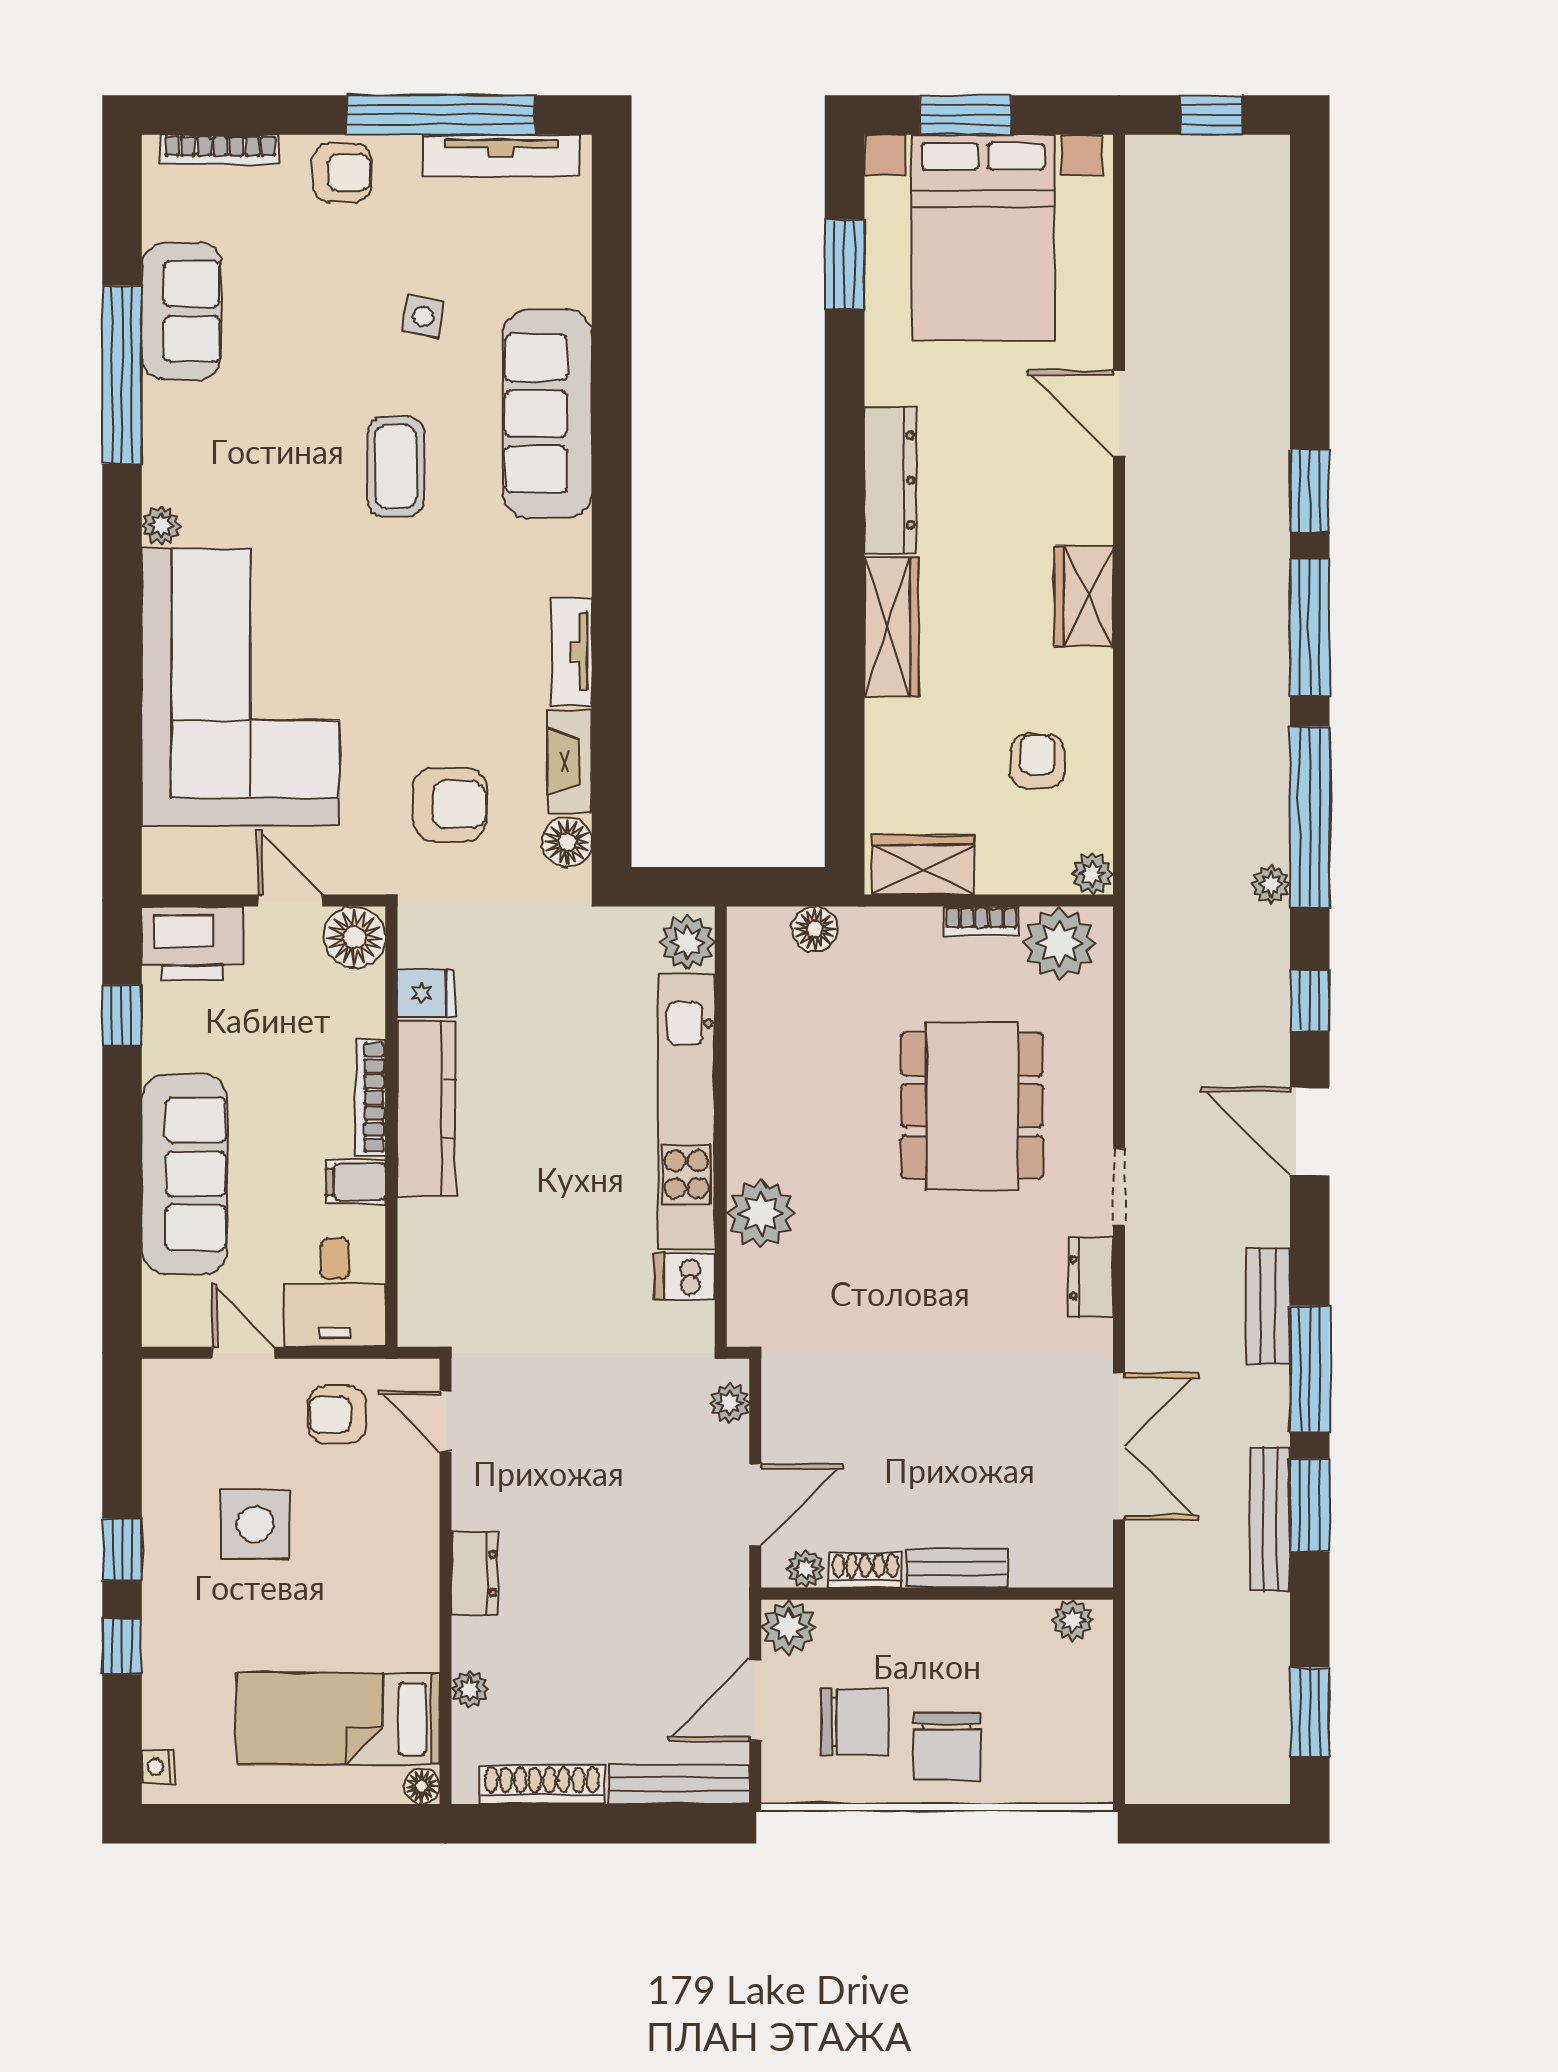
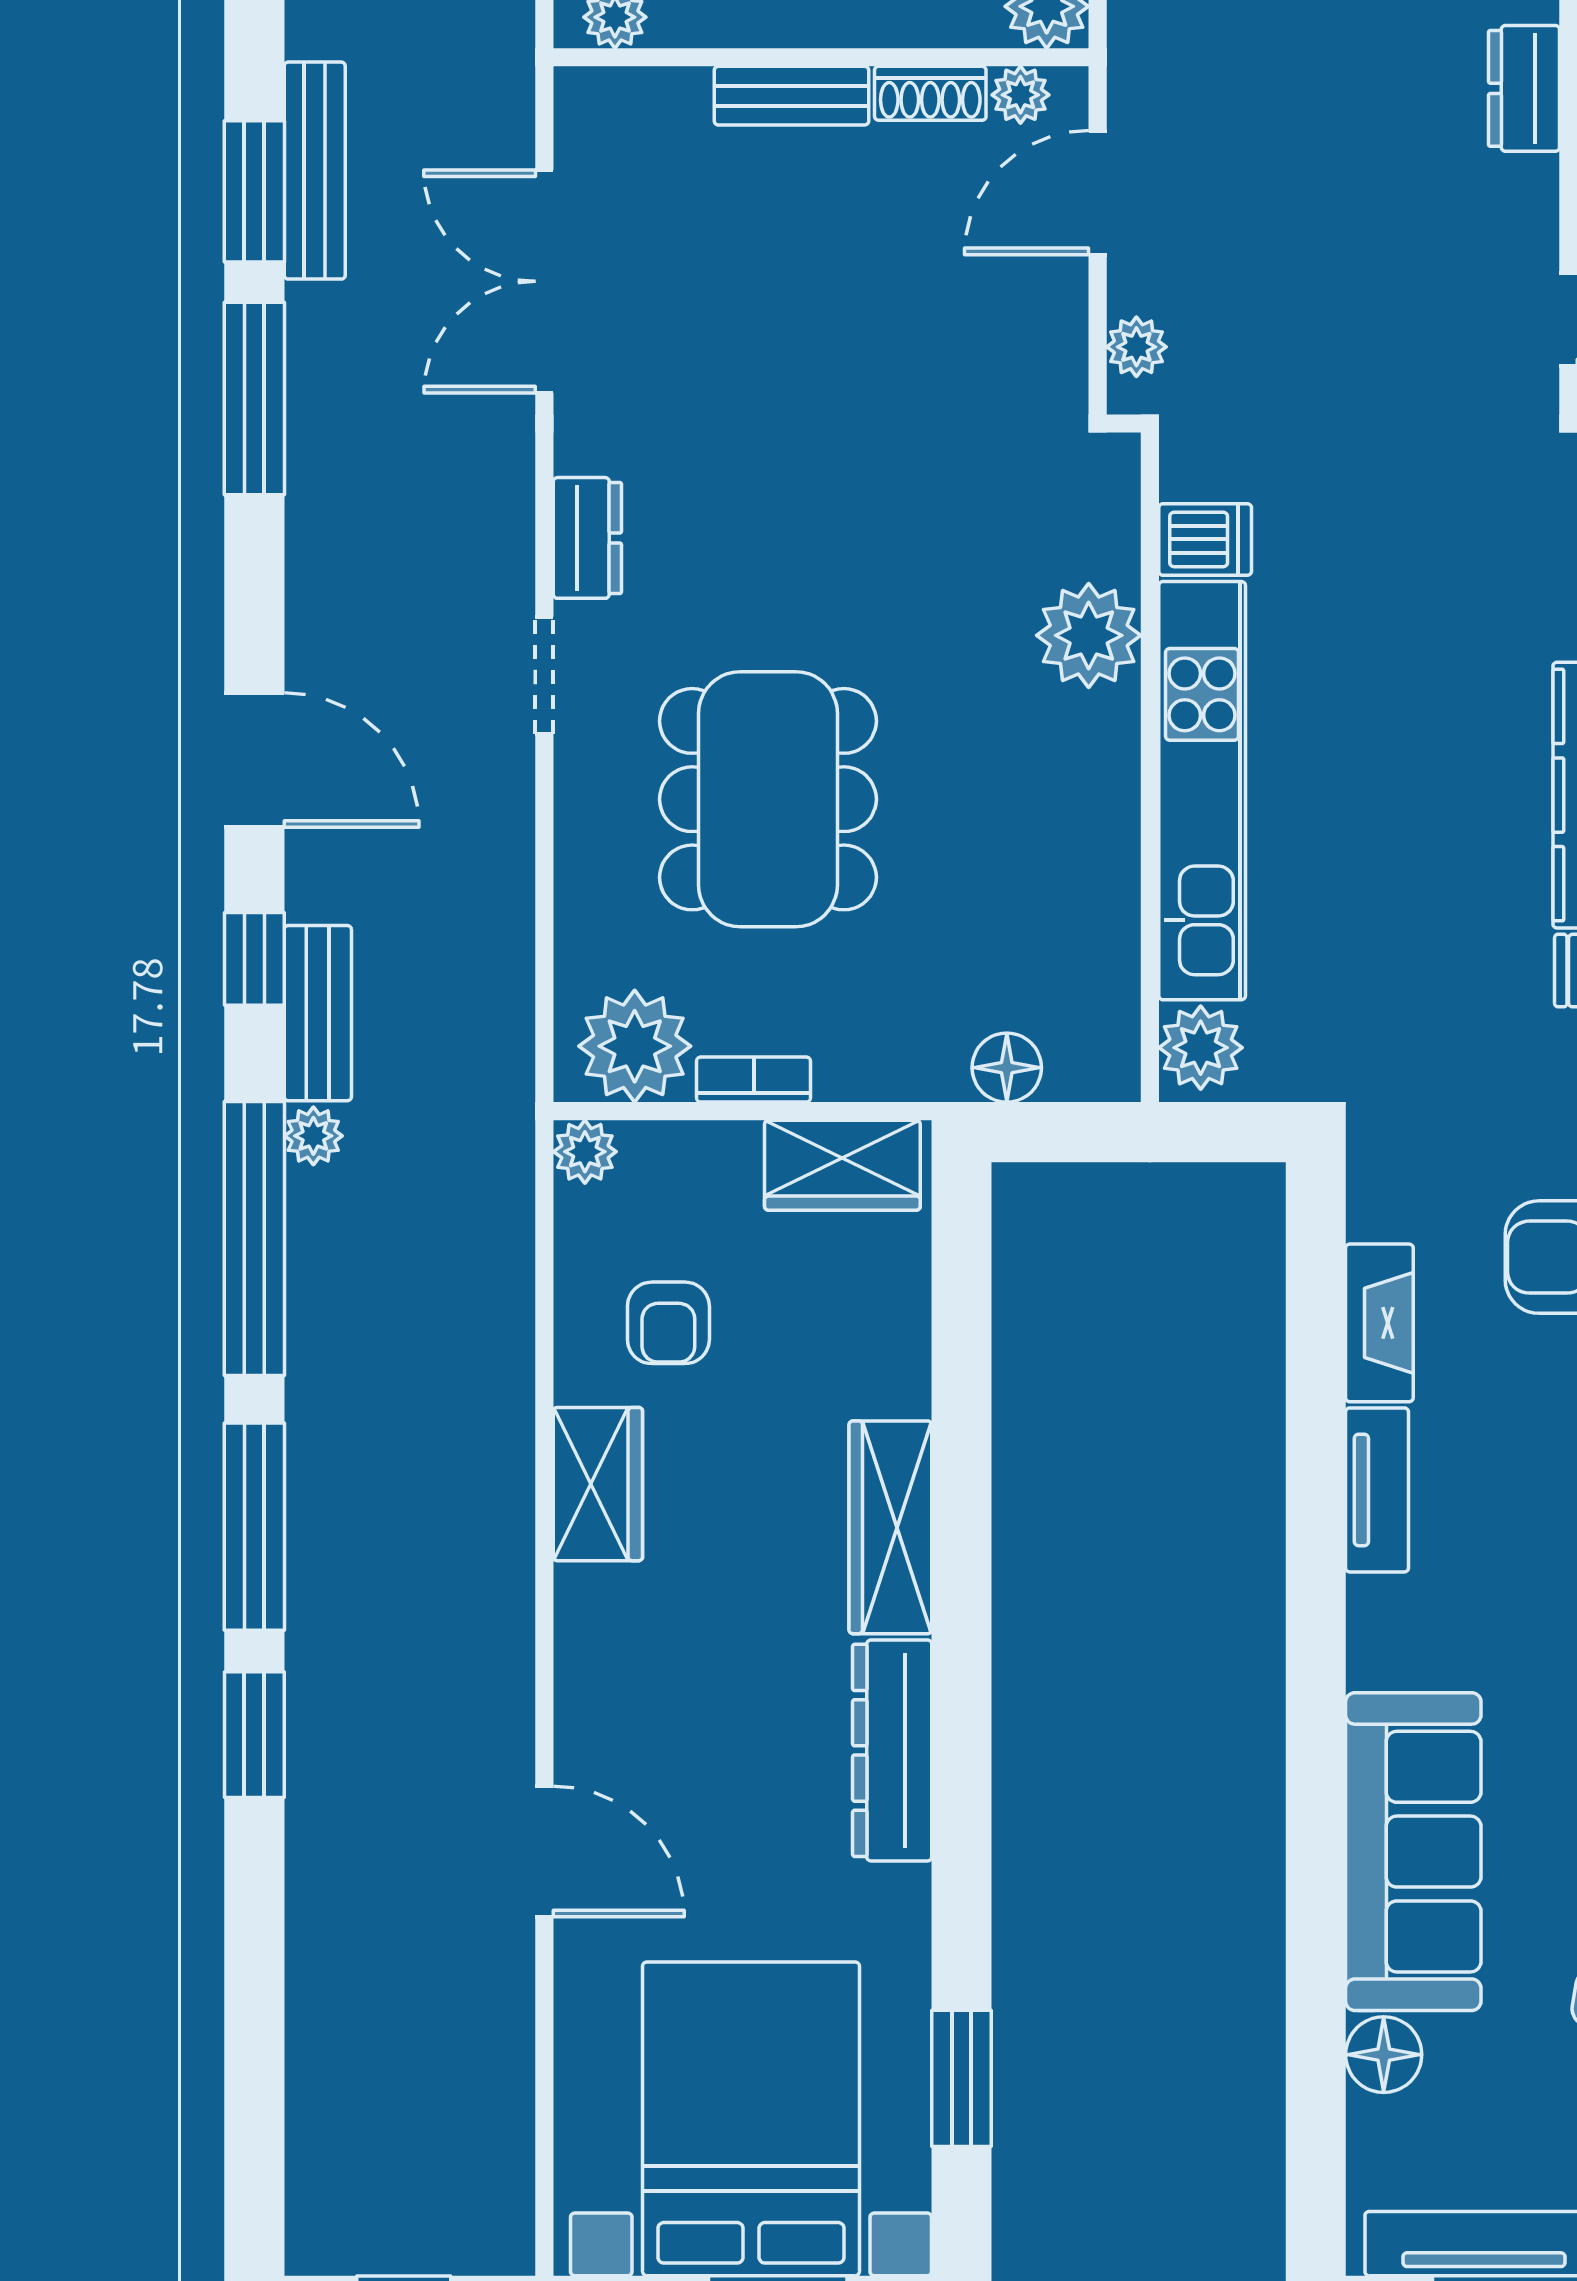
wardrobe: (1084, 596) -> (598, 1484), moved
floor lamp: (567, 842) -> (1384, 2055), moved
bench: (1268, 1306) -> (318, 1013), moved

